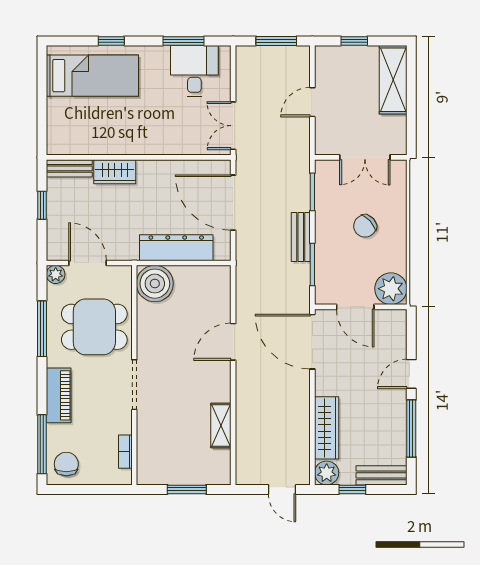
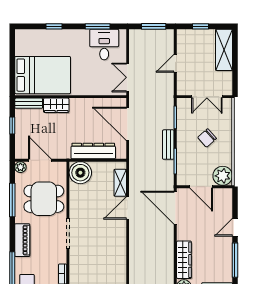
bed: (92, 76) -> (43, 75), moved, width x1.50
shelving: (221, 426) -> (120, 183), moved

